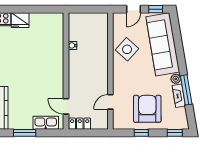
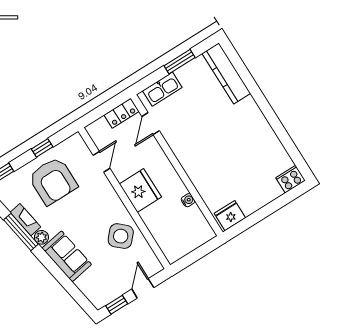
fridge: (20, 20) -> (230, 216), moved
sofa: (163, 44) -> (67, 256), width x0.54, depth x0.79
fridge: (98, 70) -> (140, 191), added
door: (66, 106) -> (151, 124), swing flipped

